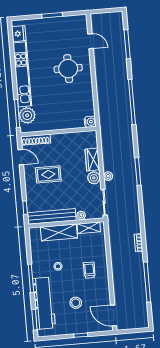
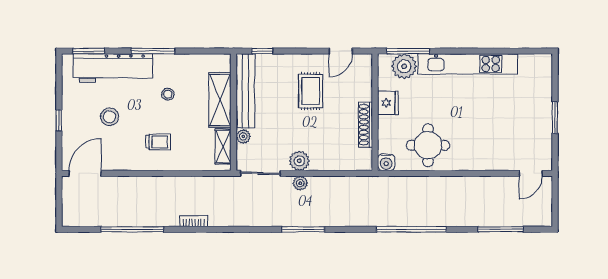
fridge: (19, 34) -> (388, 103), moved, turned -90
door: (91, 41) -> (531, 173), moved
round table: (68, 69) -> (428, 145), moved
shoe rack: (36, 140) -> (365, 125), moved
wardrobe: (92, 160) -> (328, 161), removed

